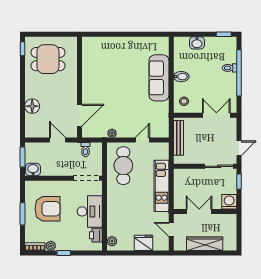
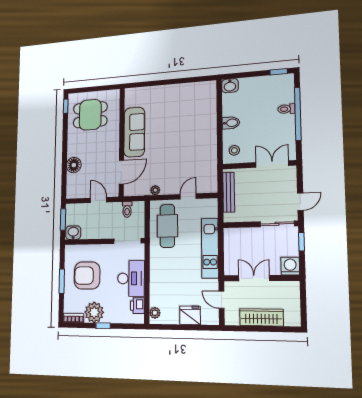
washbasin: (197, 43) -> (230, 86), moved
sofa: (159, 78) -> (134, 132), moved, turned 180
armchair: (47, 209) -> (87, 275), turned 180
plant: (51, 246) -> (94, 312), width x1.87, depth x1.87

